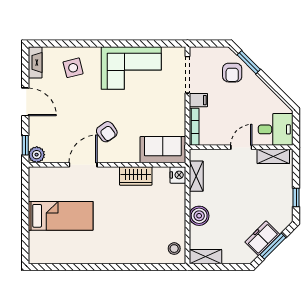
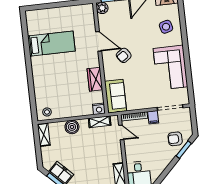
door: (241, 147) -> (121, 132), moved
bed: (61, 216) -> (51, 44), moved, turned -90

